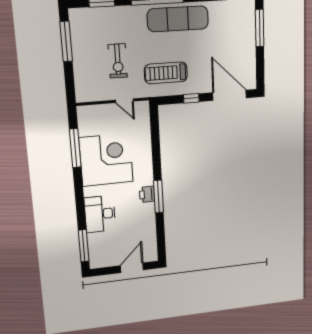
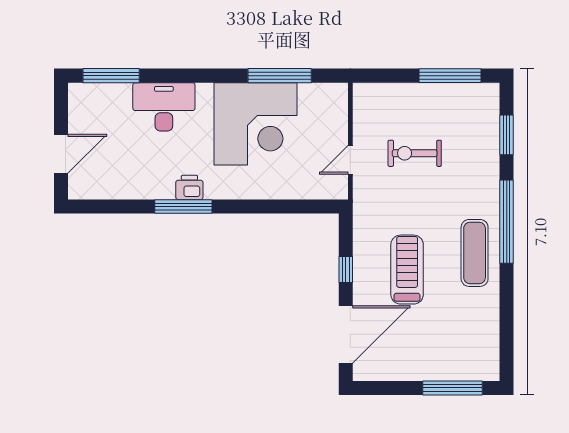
exercise mat: (178, 19) -> (475, 253), width x0.73, depth x0.69
treadmill: (166, 73) -> (407, 270), moved
door: (132, 268) -> (61, 154), hinge flipped

